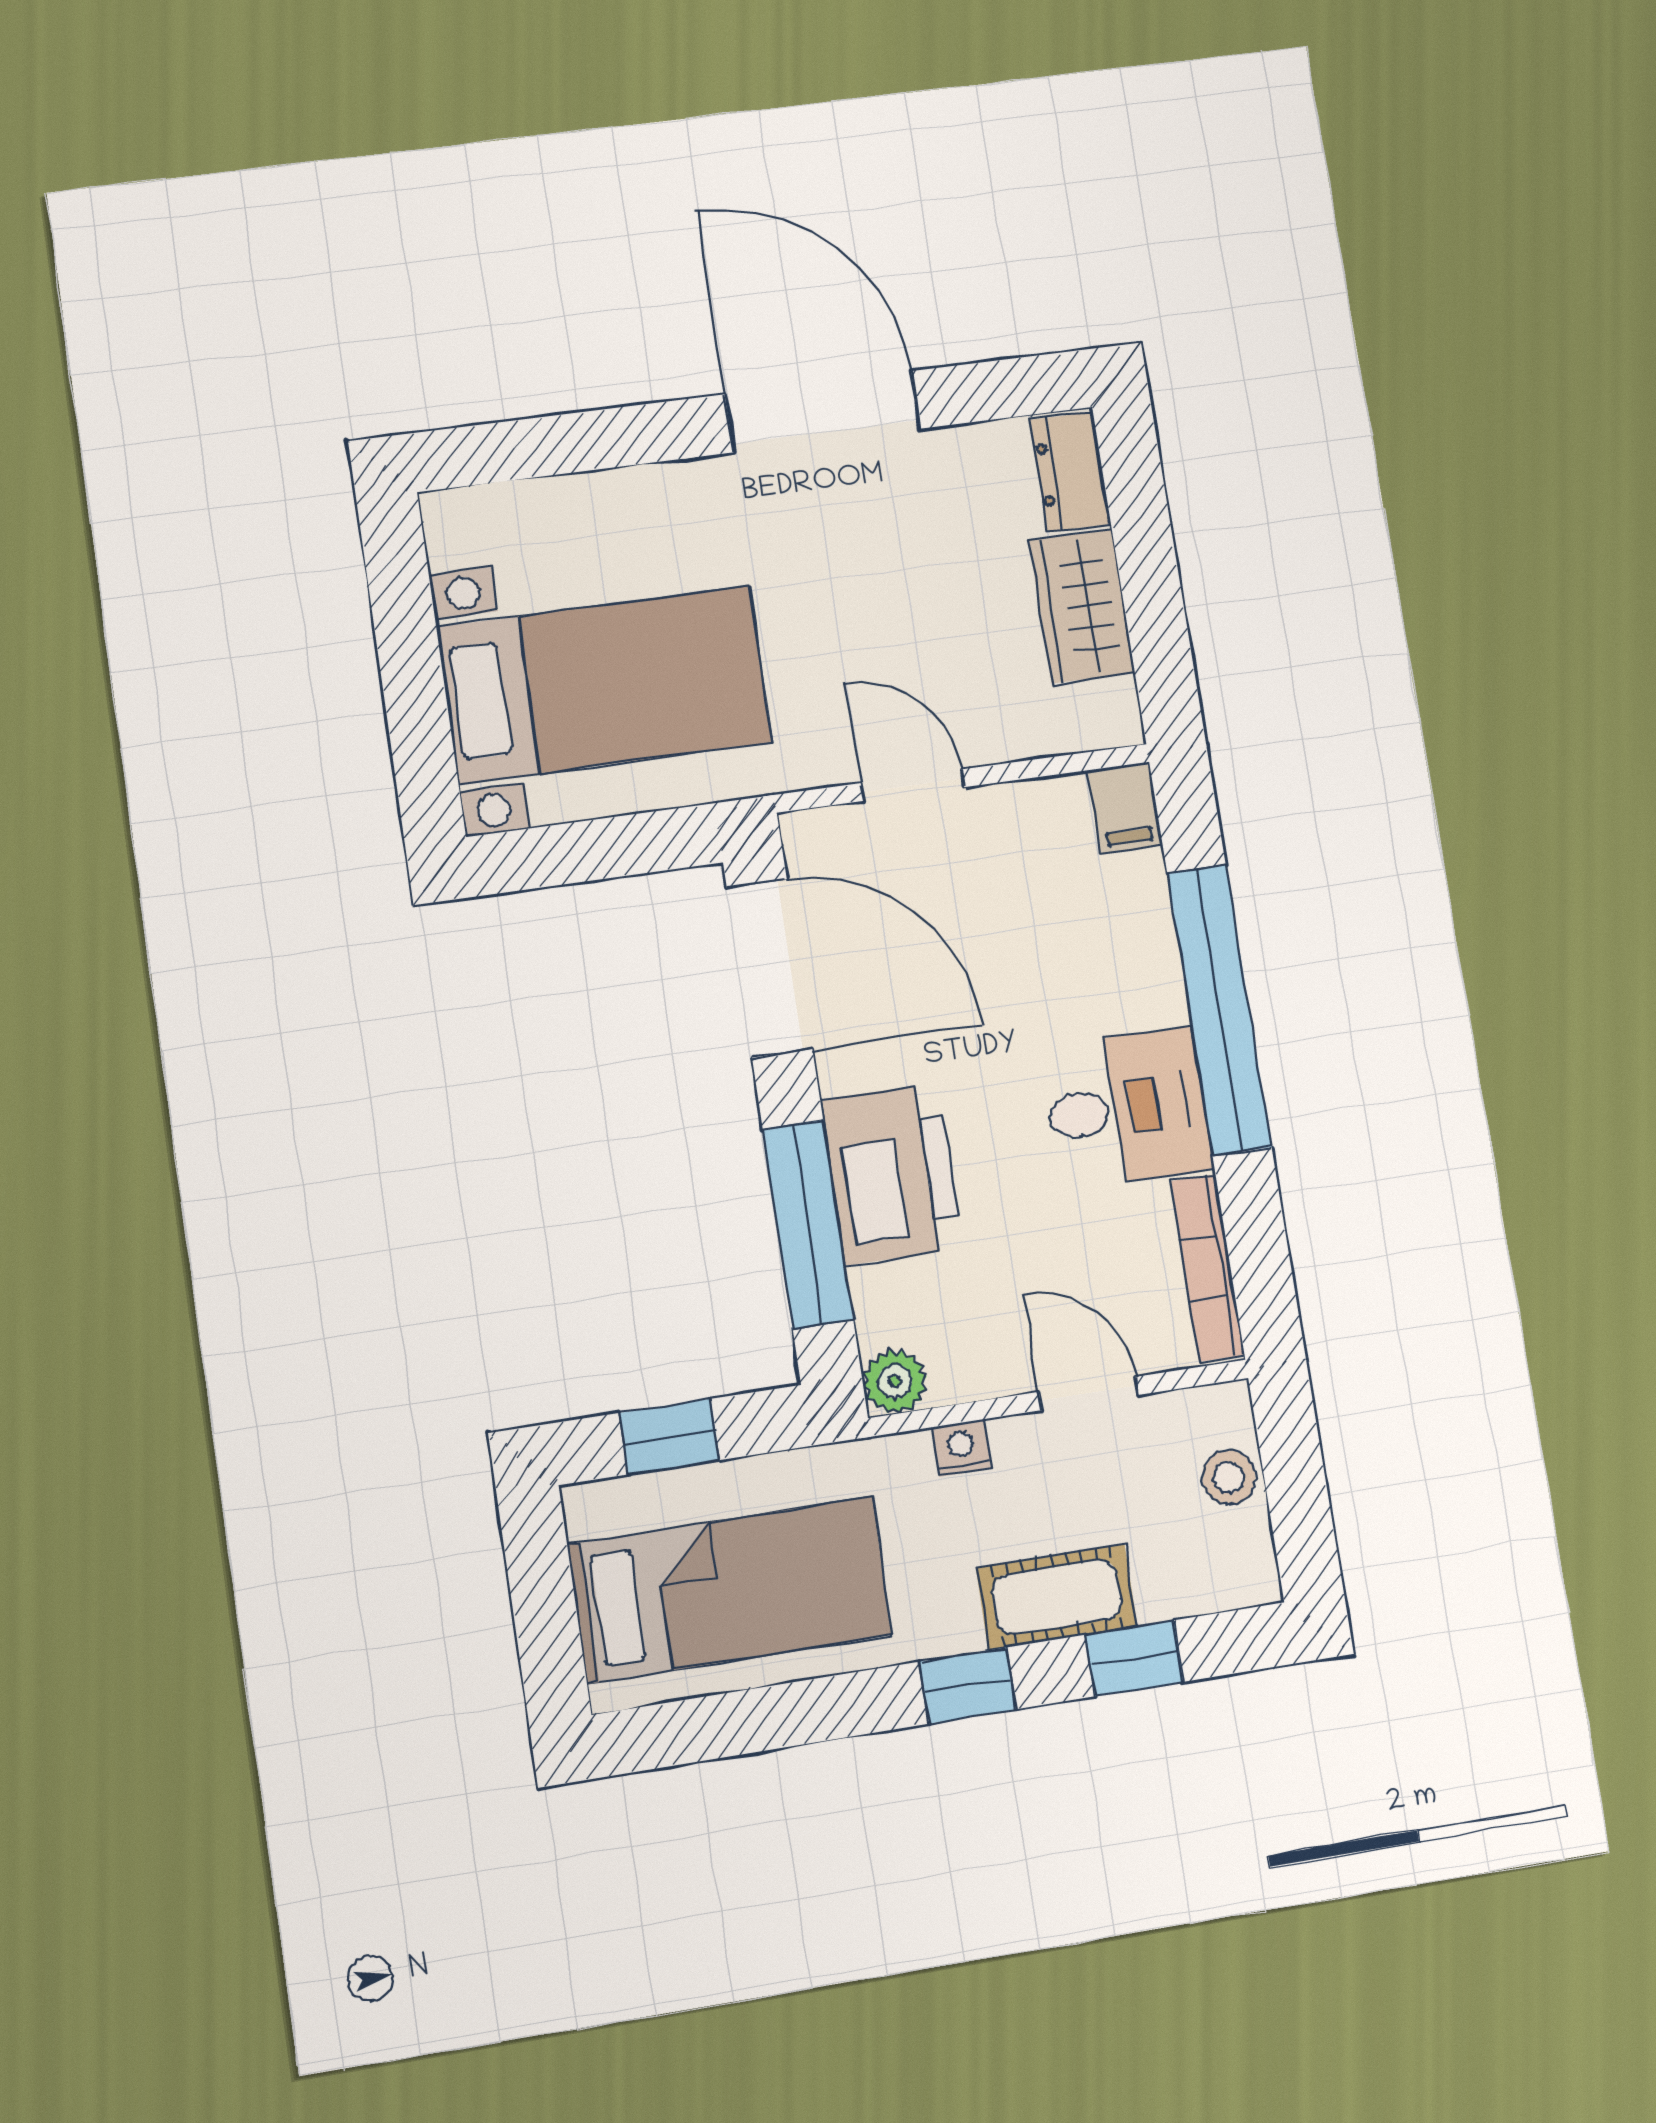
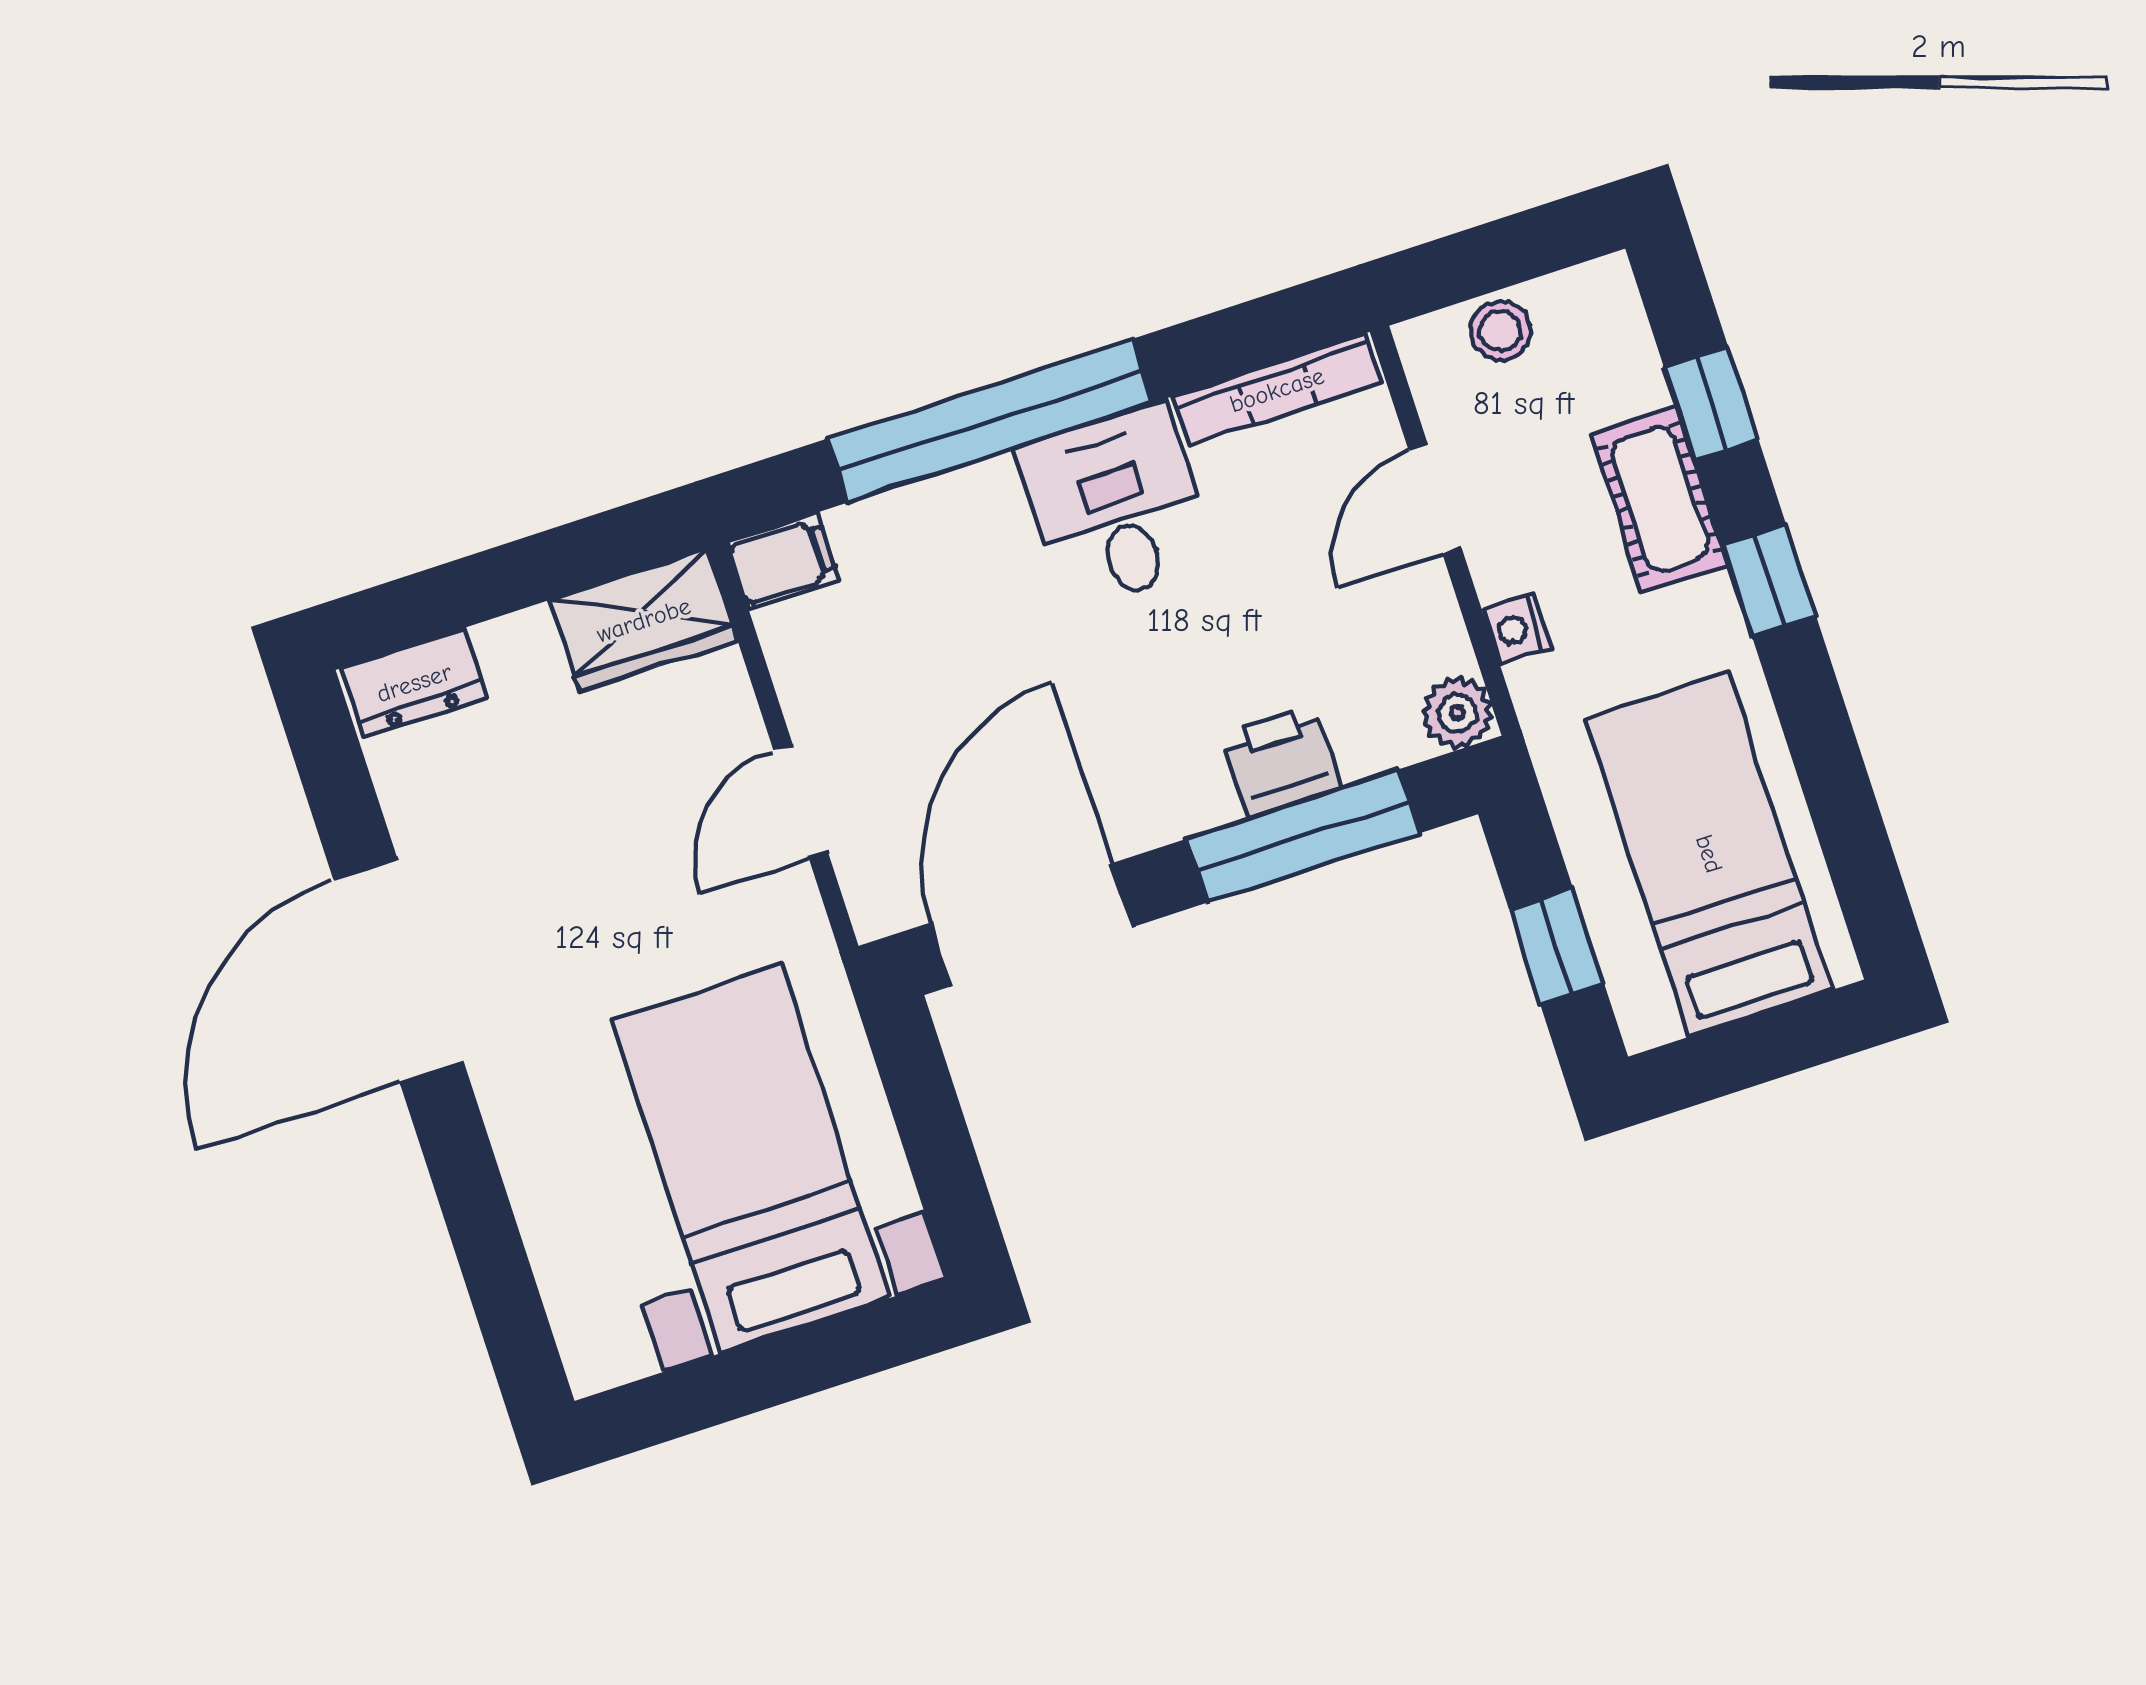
wardrobe: (1082, 606) -> (644, 620), moved
printer: (892, 1174) -> (1281, 761), width x0.53, depth x0.68

